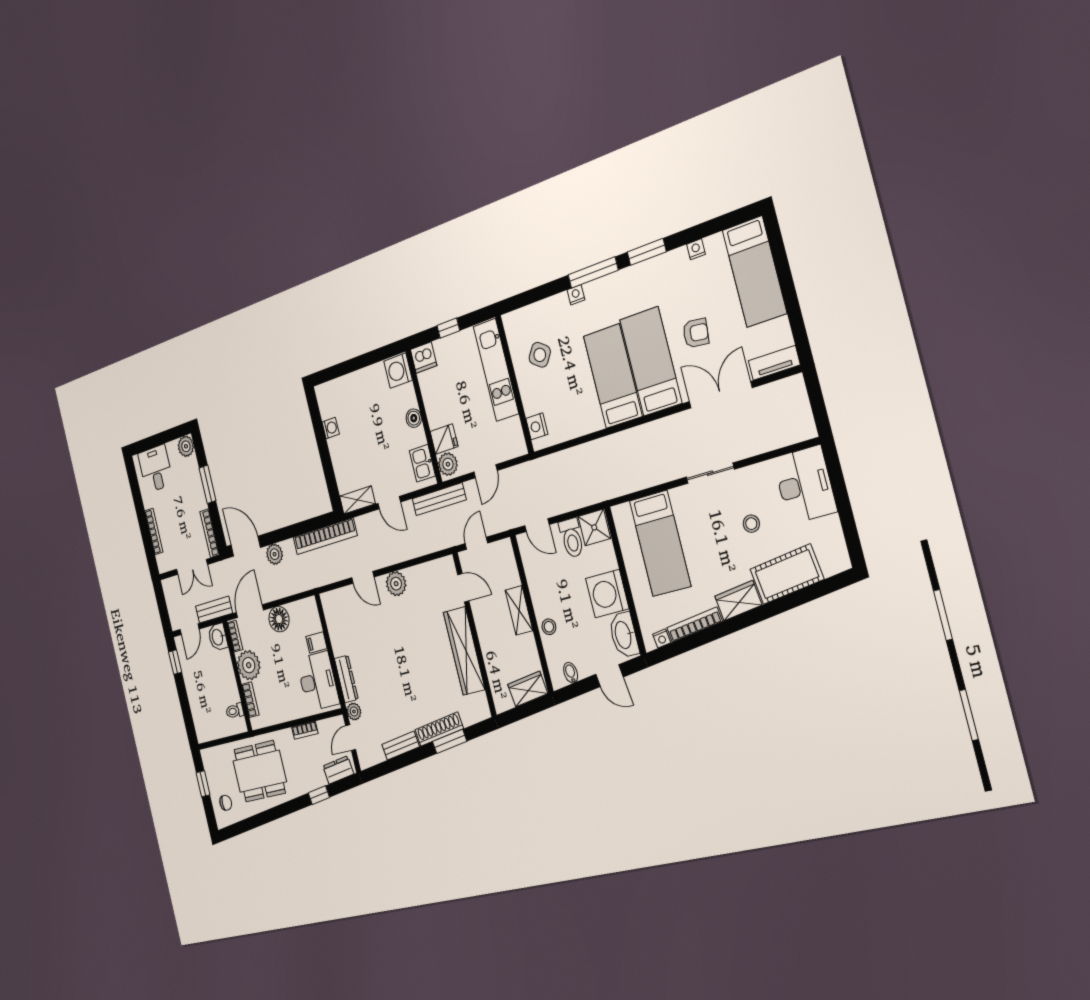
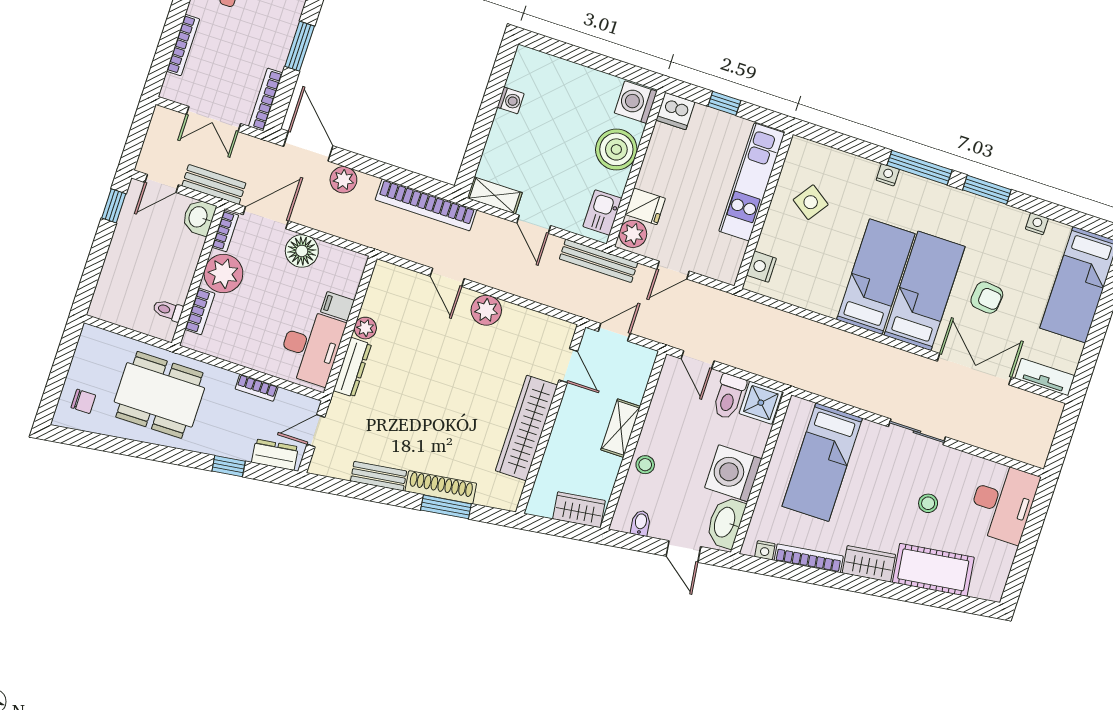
boiler: (414, 418) -> (616, 149), width x1.86, depth x1.86
plant: (354, 711) -> (365, 328), moved
window: (203, 784) -> (62, 362), removed

